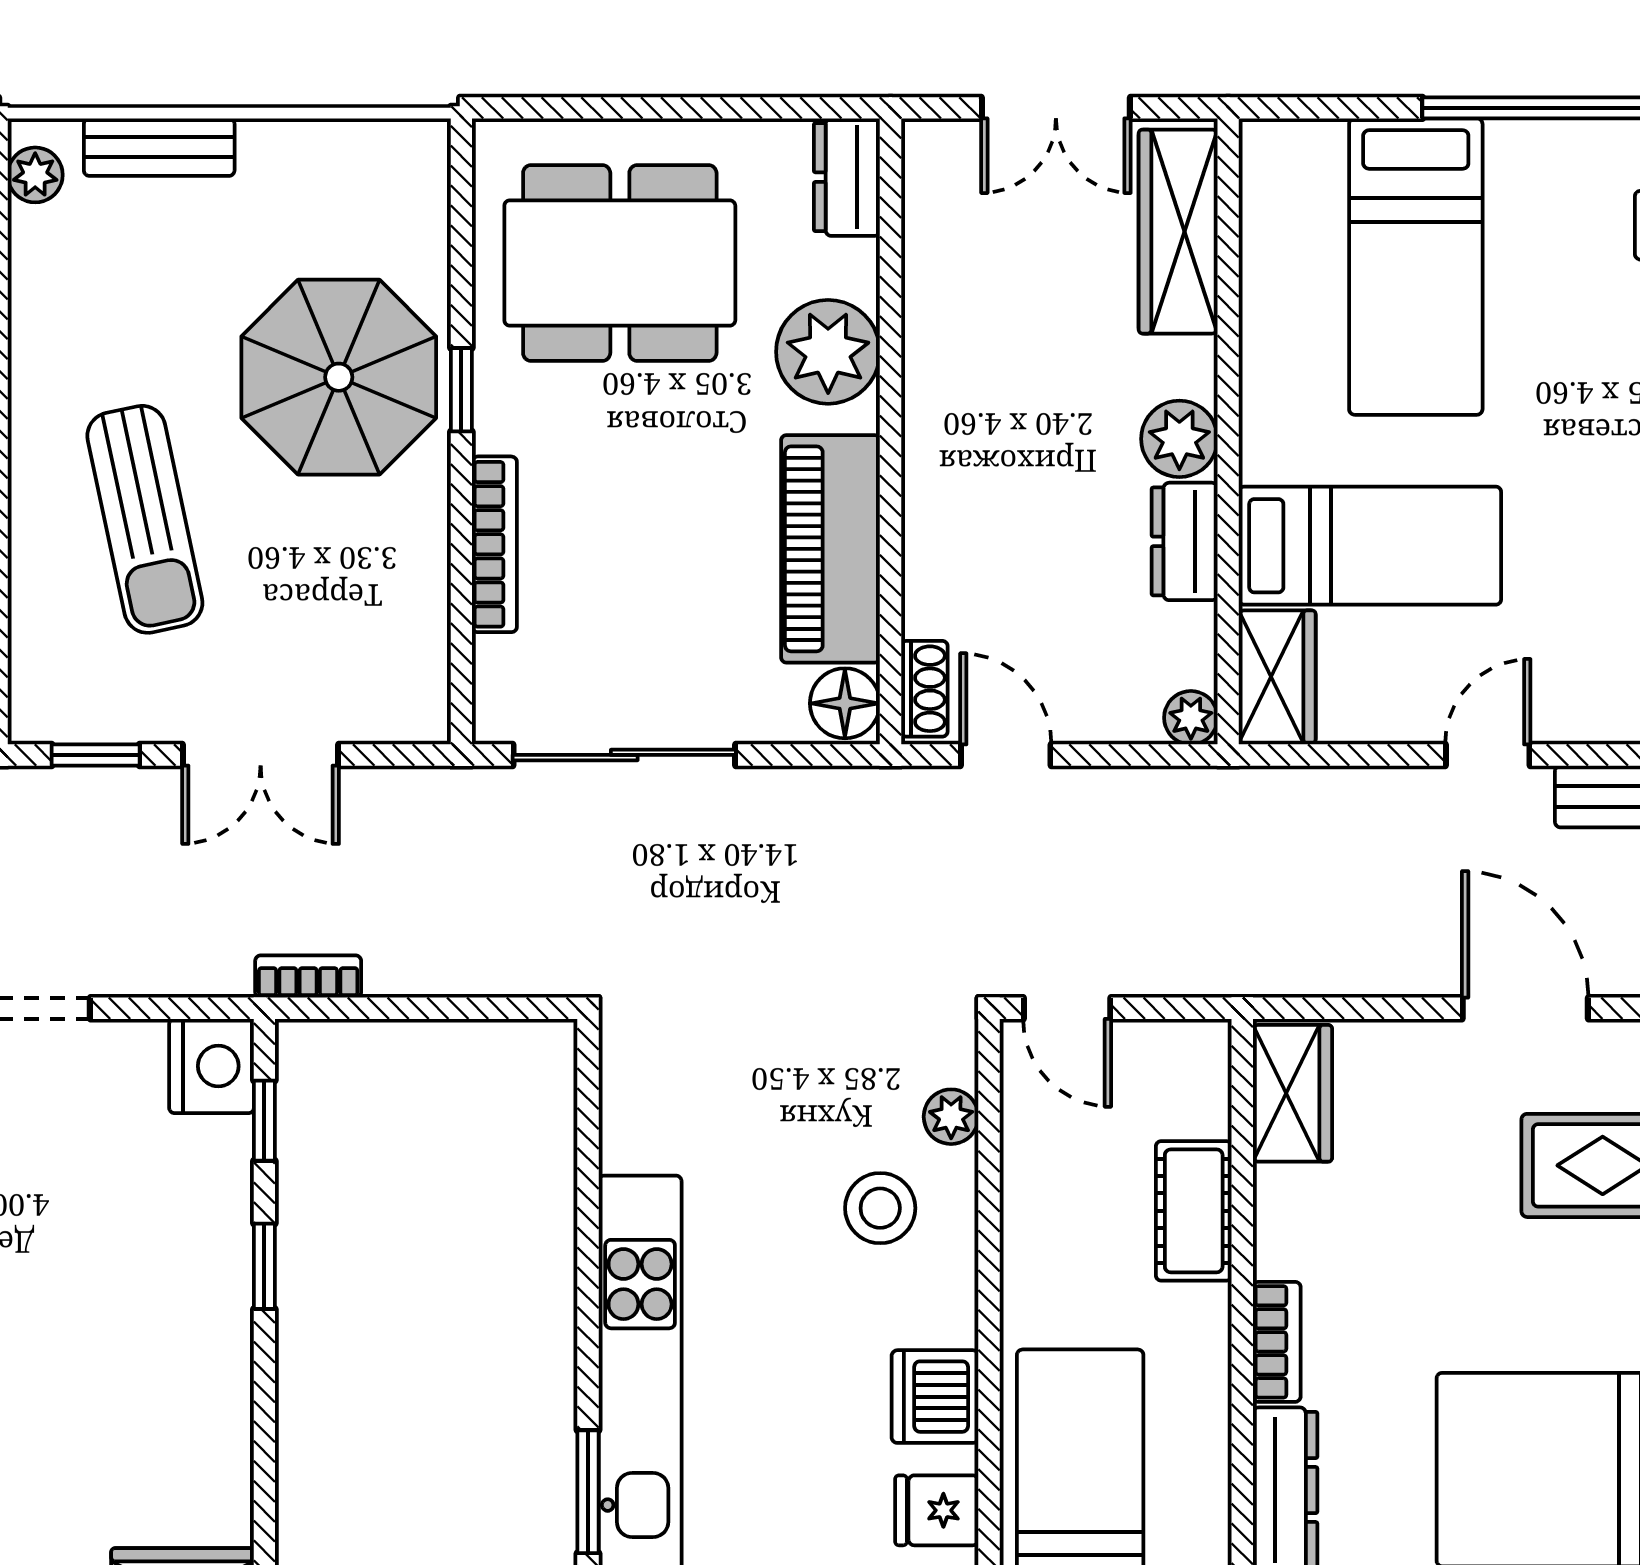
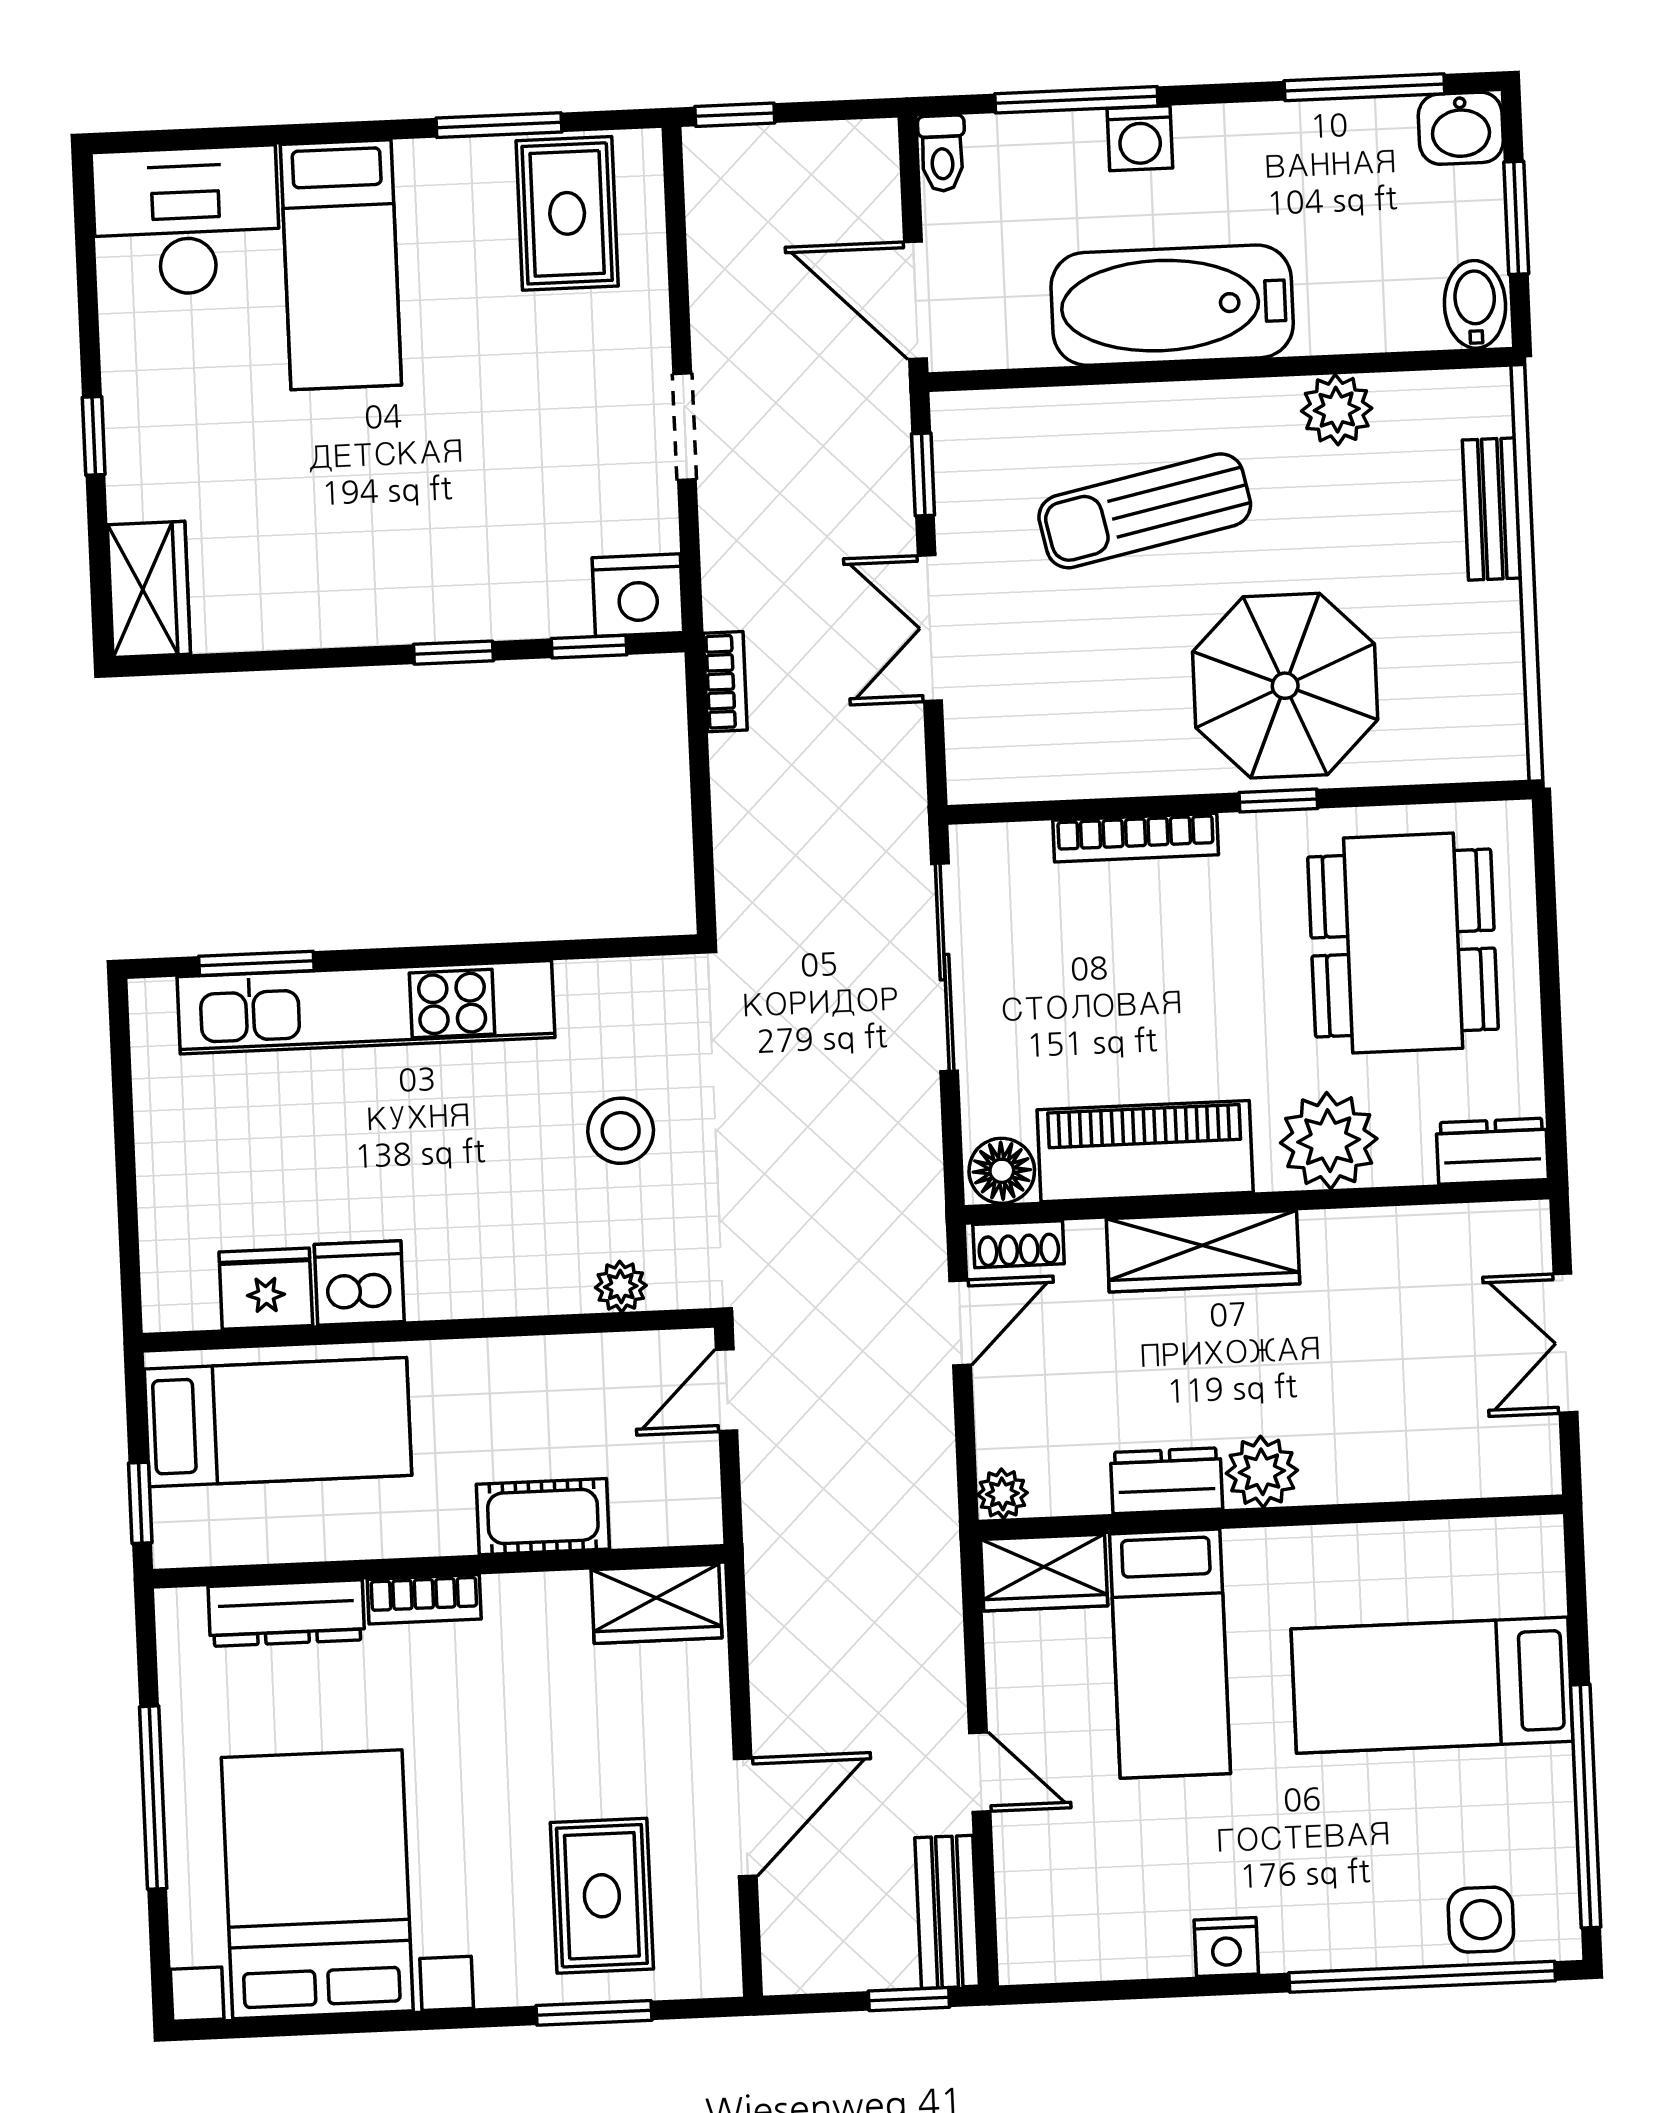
plant: (35, 175) -> (1337, 410), moved, width x1.38, depth x1.38
wardrobe: (1178, 232) -> (1203, 1251), moved, turned 180
stool: (880, 1208) -> (621, 1131), moved
fridge: (937, 1510) -> (266, 1289), width x1.38

